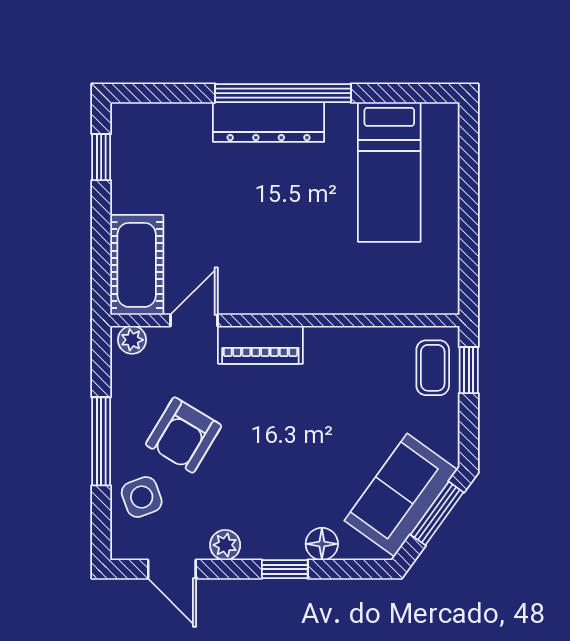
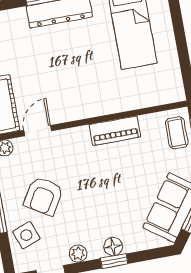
piano: (260, 345) -> (115, 131), moved
floor lamp: (322, 544) -> (113, 247), moved

